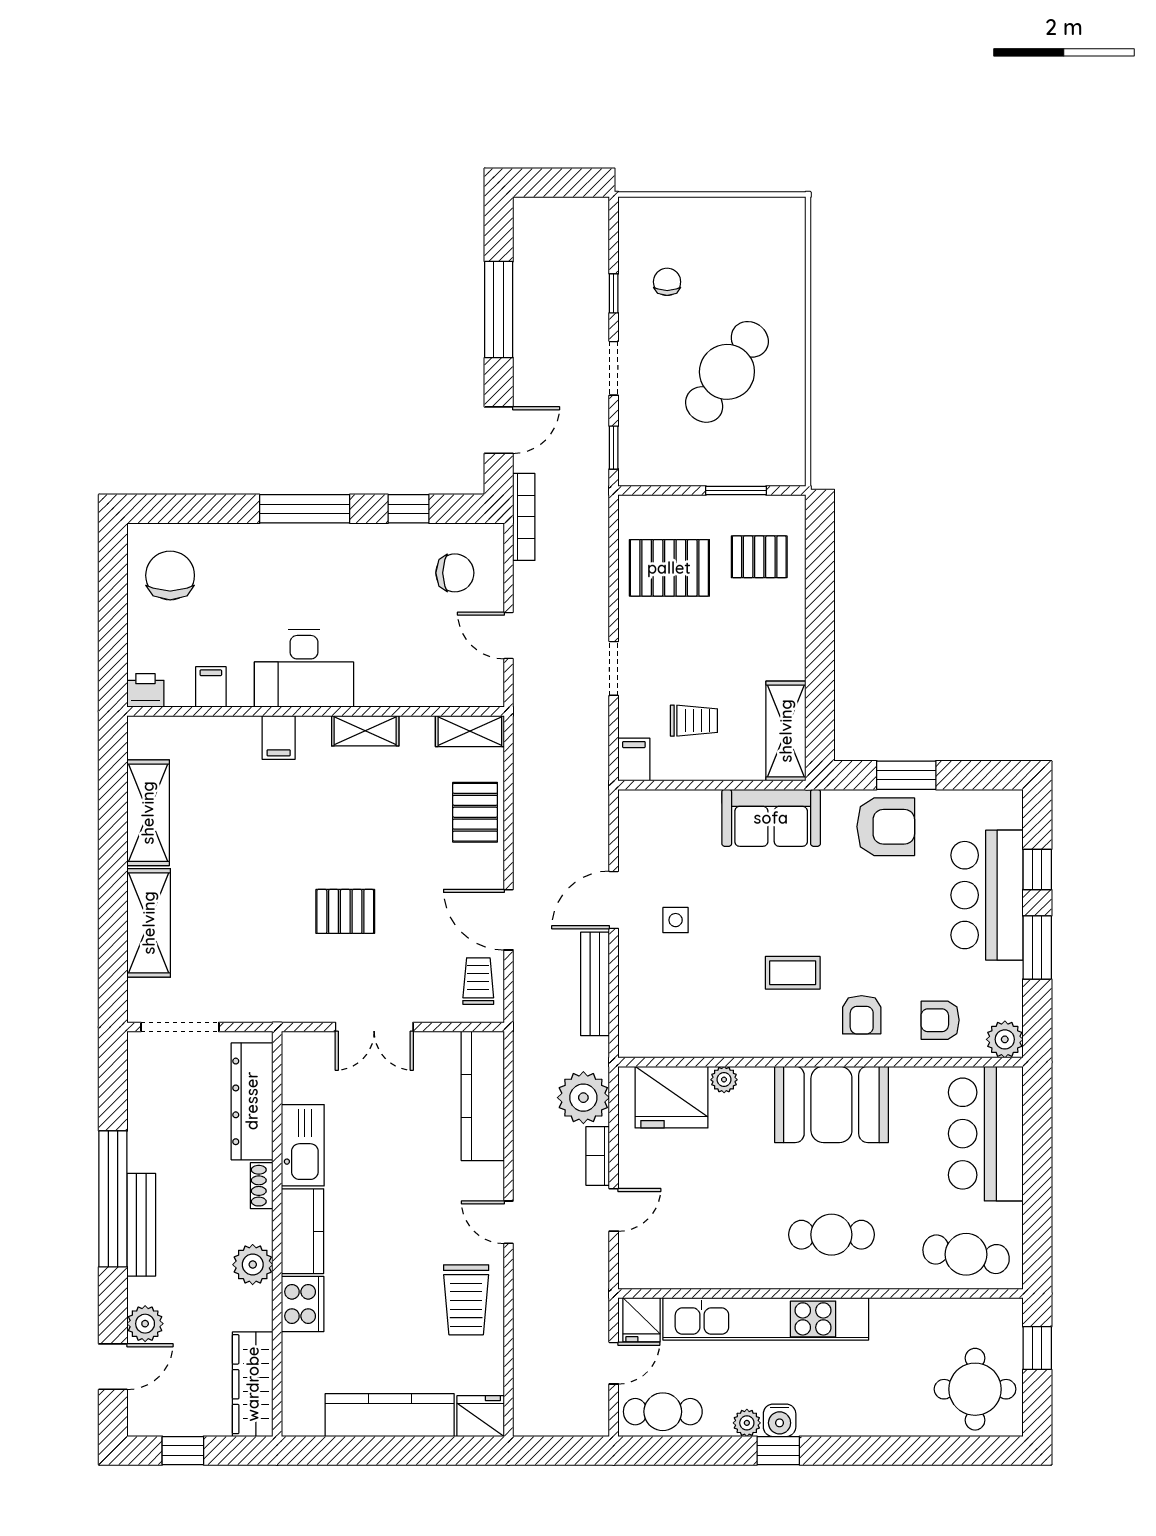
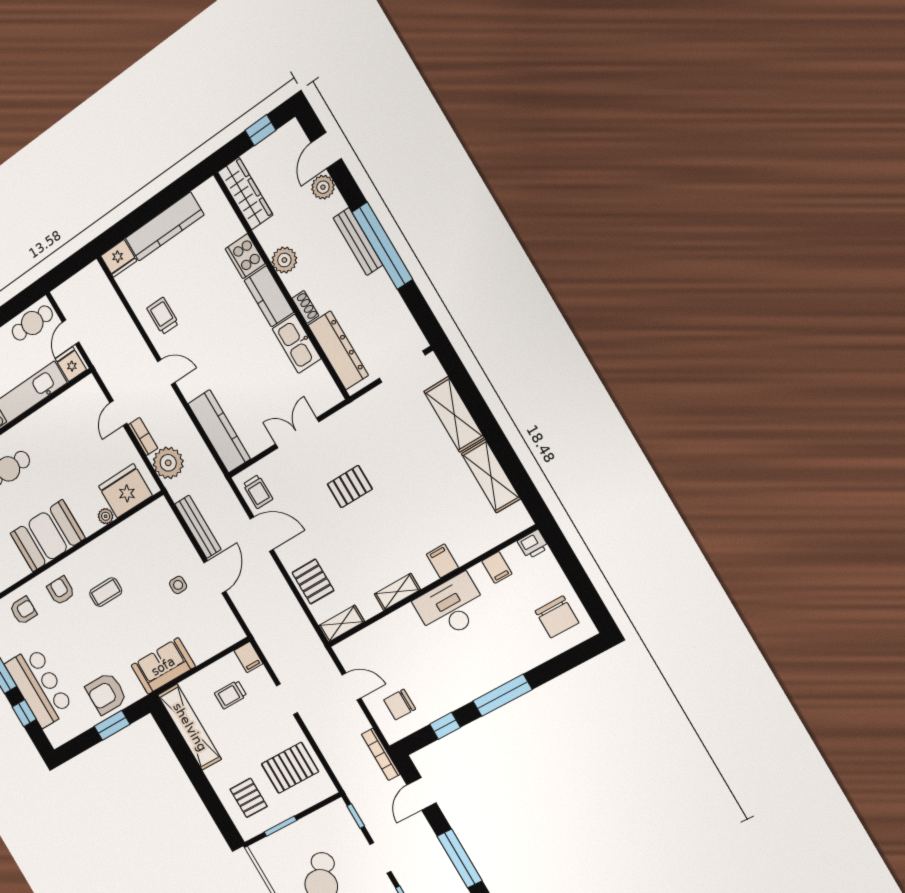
pallet: (759, 557) -> (249, 798), turned 90
shelving: (786, 731) -> (190, 727), width x1.47
trolley: (466, 1300) -> (163, 316), width x0.73, depth x0.72

